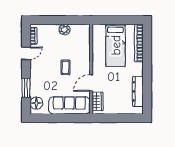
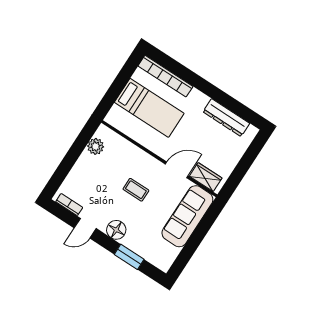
plant: (64, 30) -> (96, 146), moved
door: (26, 53) -> (85, 228), swing flipped
door: (91, 83) -> (177, 170), swing flipped
floor lamp: (36, 103) -> (116, 230), moved

